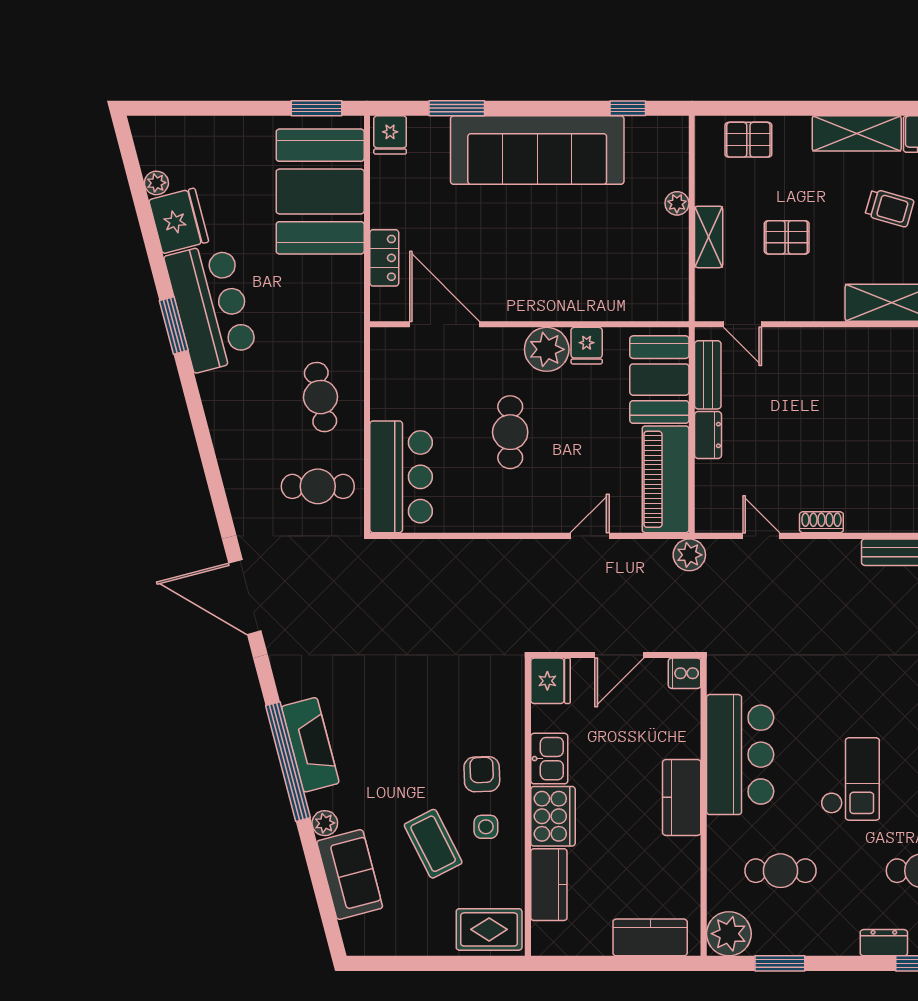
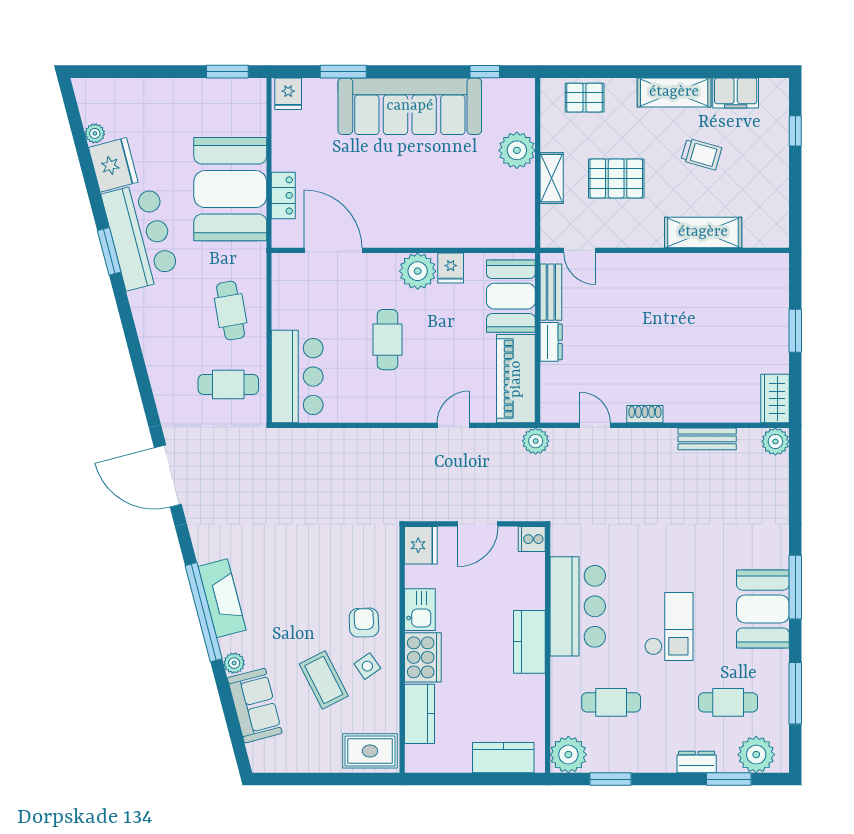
booth: (320, 191) -> (230, 189), moved
plant: (677, 203) -> (517, 150), width x1.88, depth x1.88
pallet: (787, 237) -> (616, 178), width x1.50, depth x1.42
side table: (486, 827) -> (367, 666), turned -35

